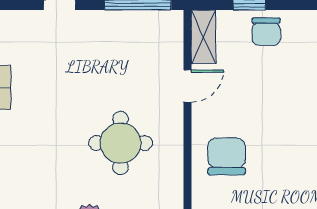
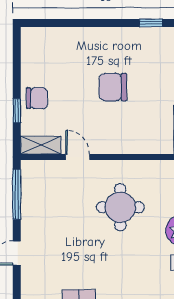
chair: (227, 156) -> (113, 87), moved

